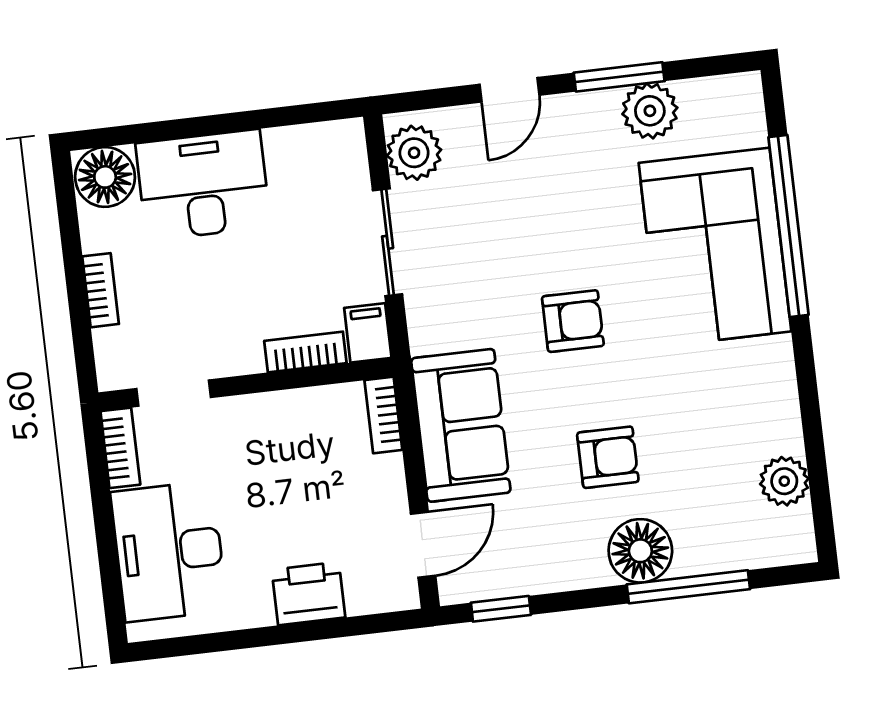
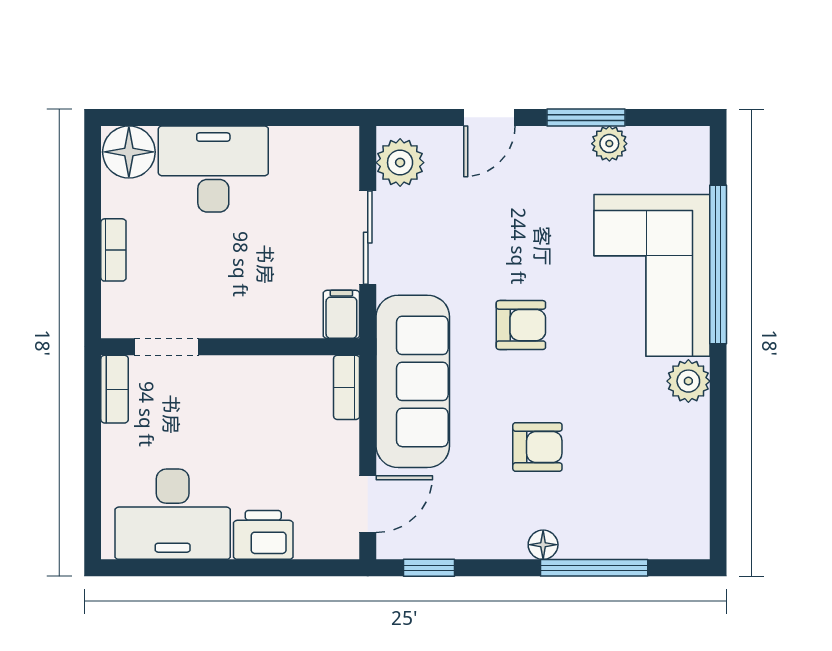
plant: (650, 111) -> (609, 144), width x0.73, depth x0.73
bookcase: (305, 352) -> (285, 325), removed
sofa: (461, 425) -> (413, 381), width x1.36
plant: (784, 481) -> (688, 381), moved
desk: (169, 551) -> (173, 514), moved, turned -90
floor lamp: (640, 551) -> (543, 545), width x0.53, depth x0.53

